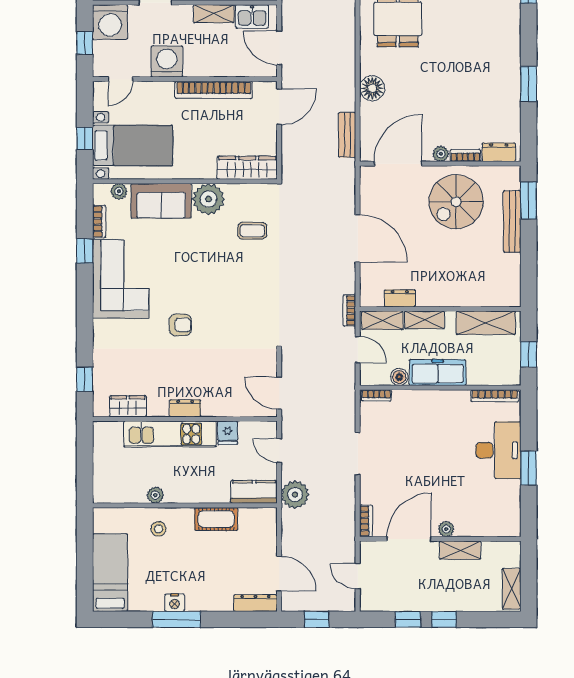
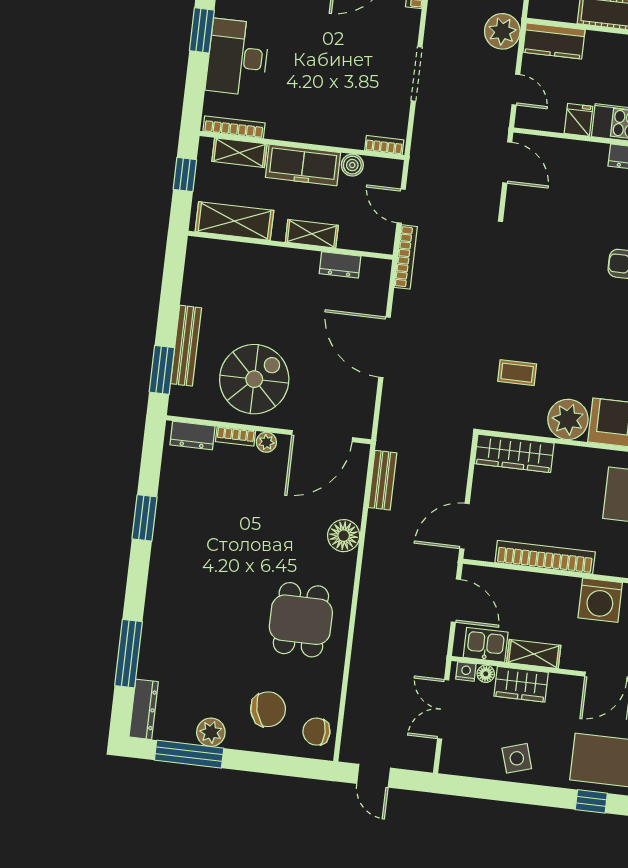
bookcase: (349, 311) -> (406, 257), width x1.56
shelving: (382, 320) -> (239, 153), moved

